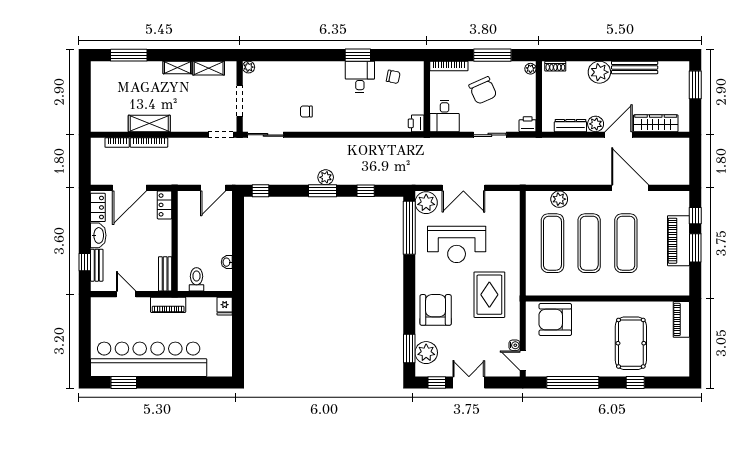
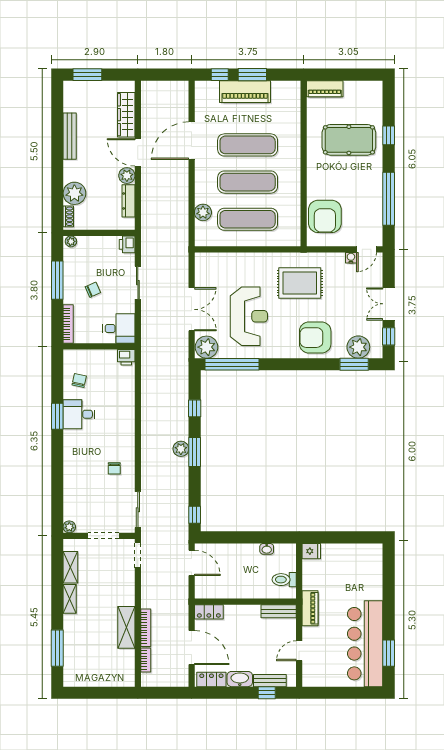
plant: (599, 72) -> (74, 193), moved
chair: (483, 90) -> (93, 290), width x0.54, depth x0.54
bar counter: (149, 359) -> (365, 644), width x0.73

